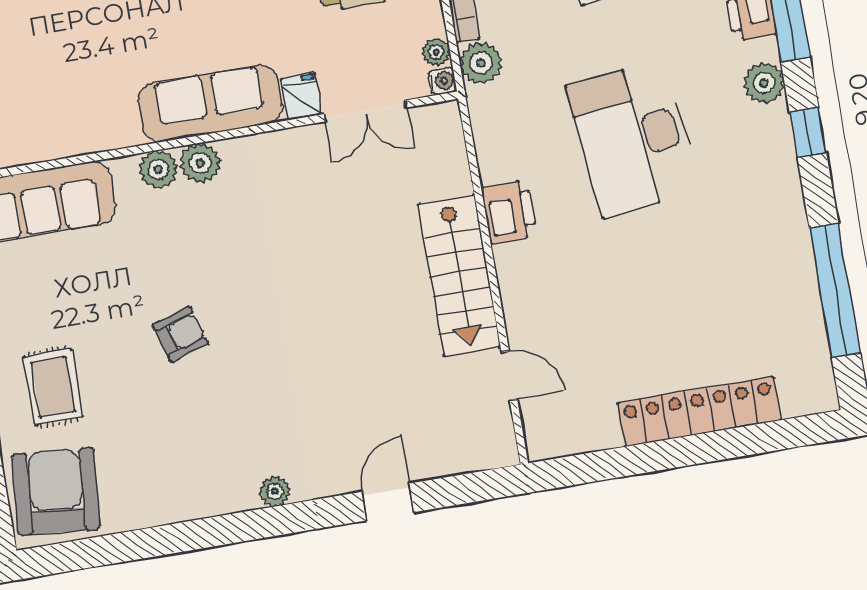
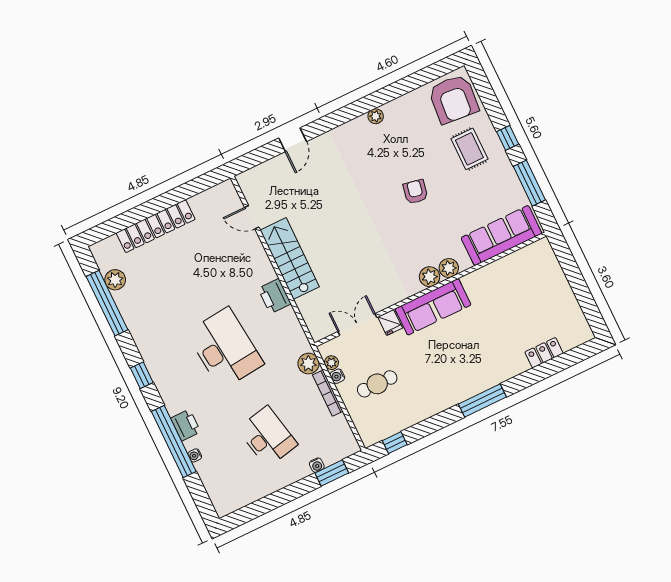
water cooler: (442, 81) -> (337, 376), moved
plant: (764, 83) -> (115, 280), moved
armchair: (180, 334) -> (415, 192), turned 118
plant: (275, 491) -> (376, 116), moved

